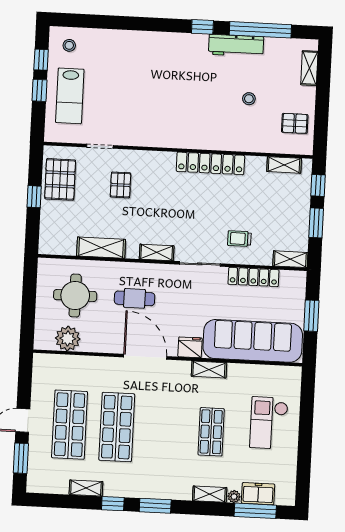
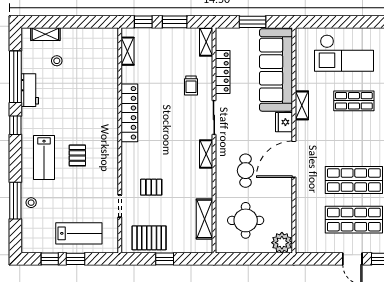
window: (113, 22) -> (15, 201), added
stool: (69, 45) -> (31, 203), moved
workbench: (236, 46) -> (30, 90), width x0.73
lab bench: (162, 59) -> (44, 158), added
stool: (249, 99) -> (57, 61), moved
pallet: (295, 123) -> (77, 155), moved
shelving: (101, 248) -> (204, 219), moved
plant: (68, 339) -> (282, 243), moved
checkout: (269, 423) -> (344, 53), width x1.36, depth x1.21

